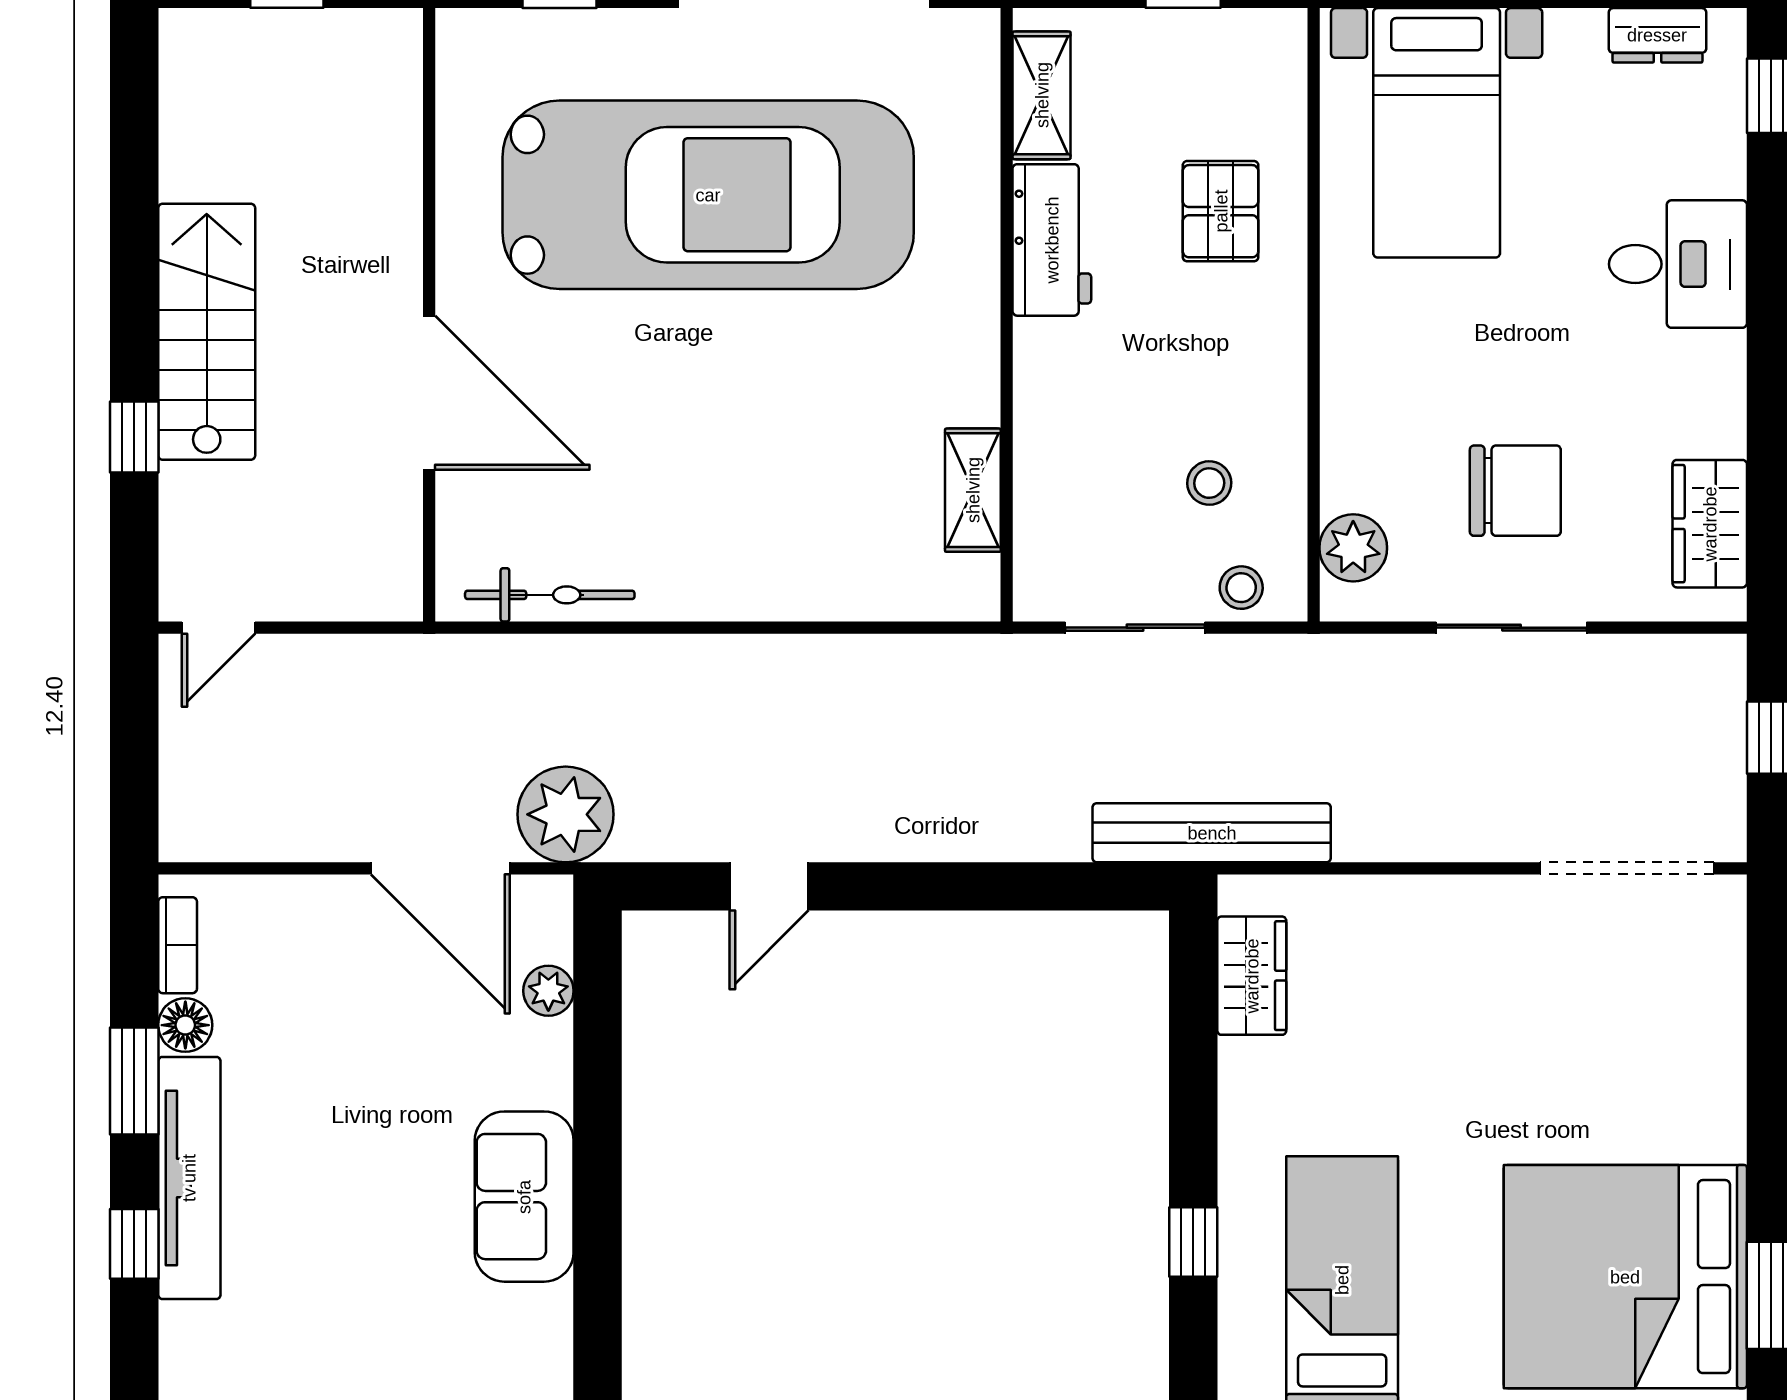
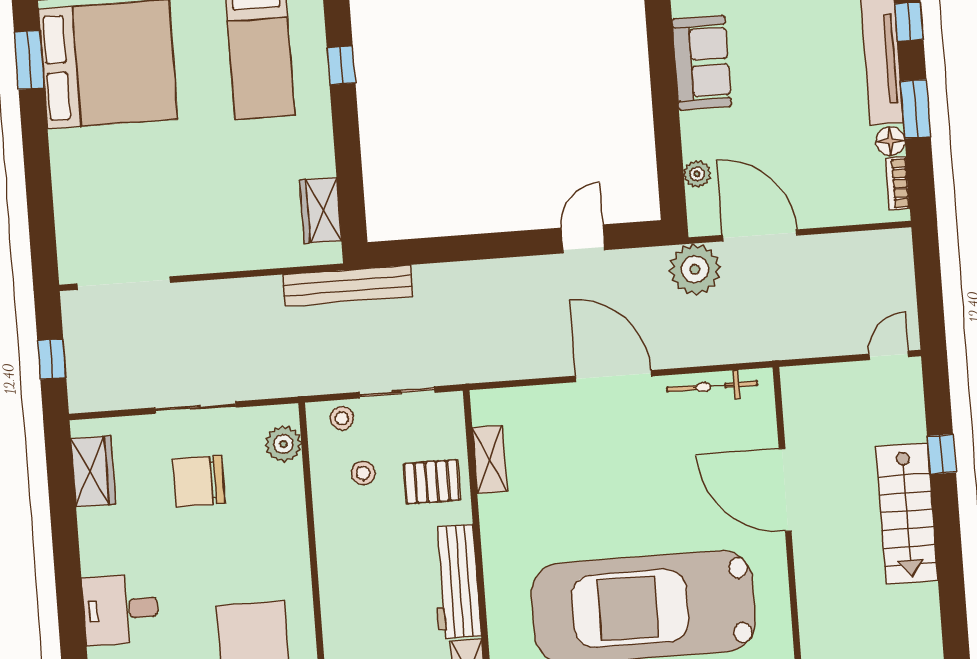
pallet: (1221, 211) -> (432, 482), moved, turned 90
workbench: (1052, 240) -> (456, 582), width x1.38
door: (731, 628) -> (614, 376), added

